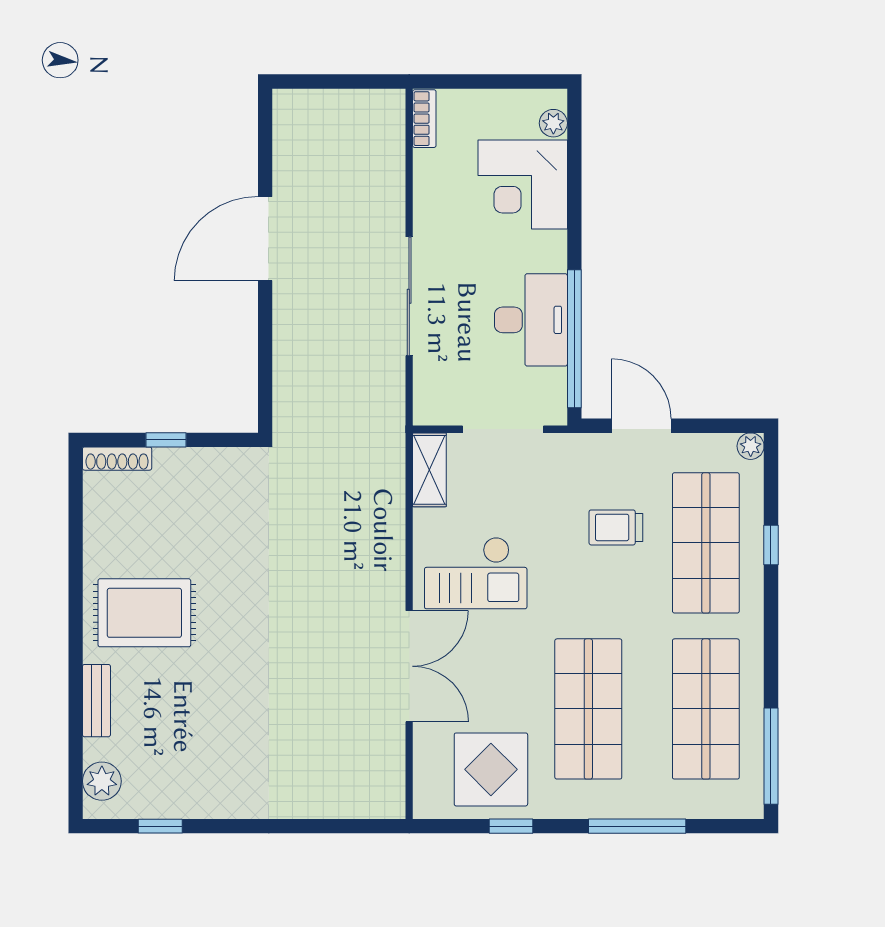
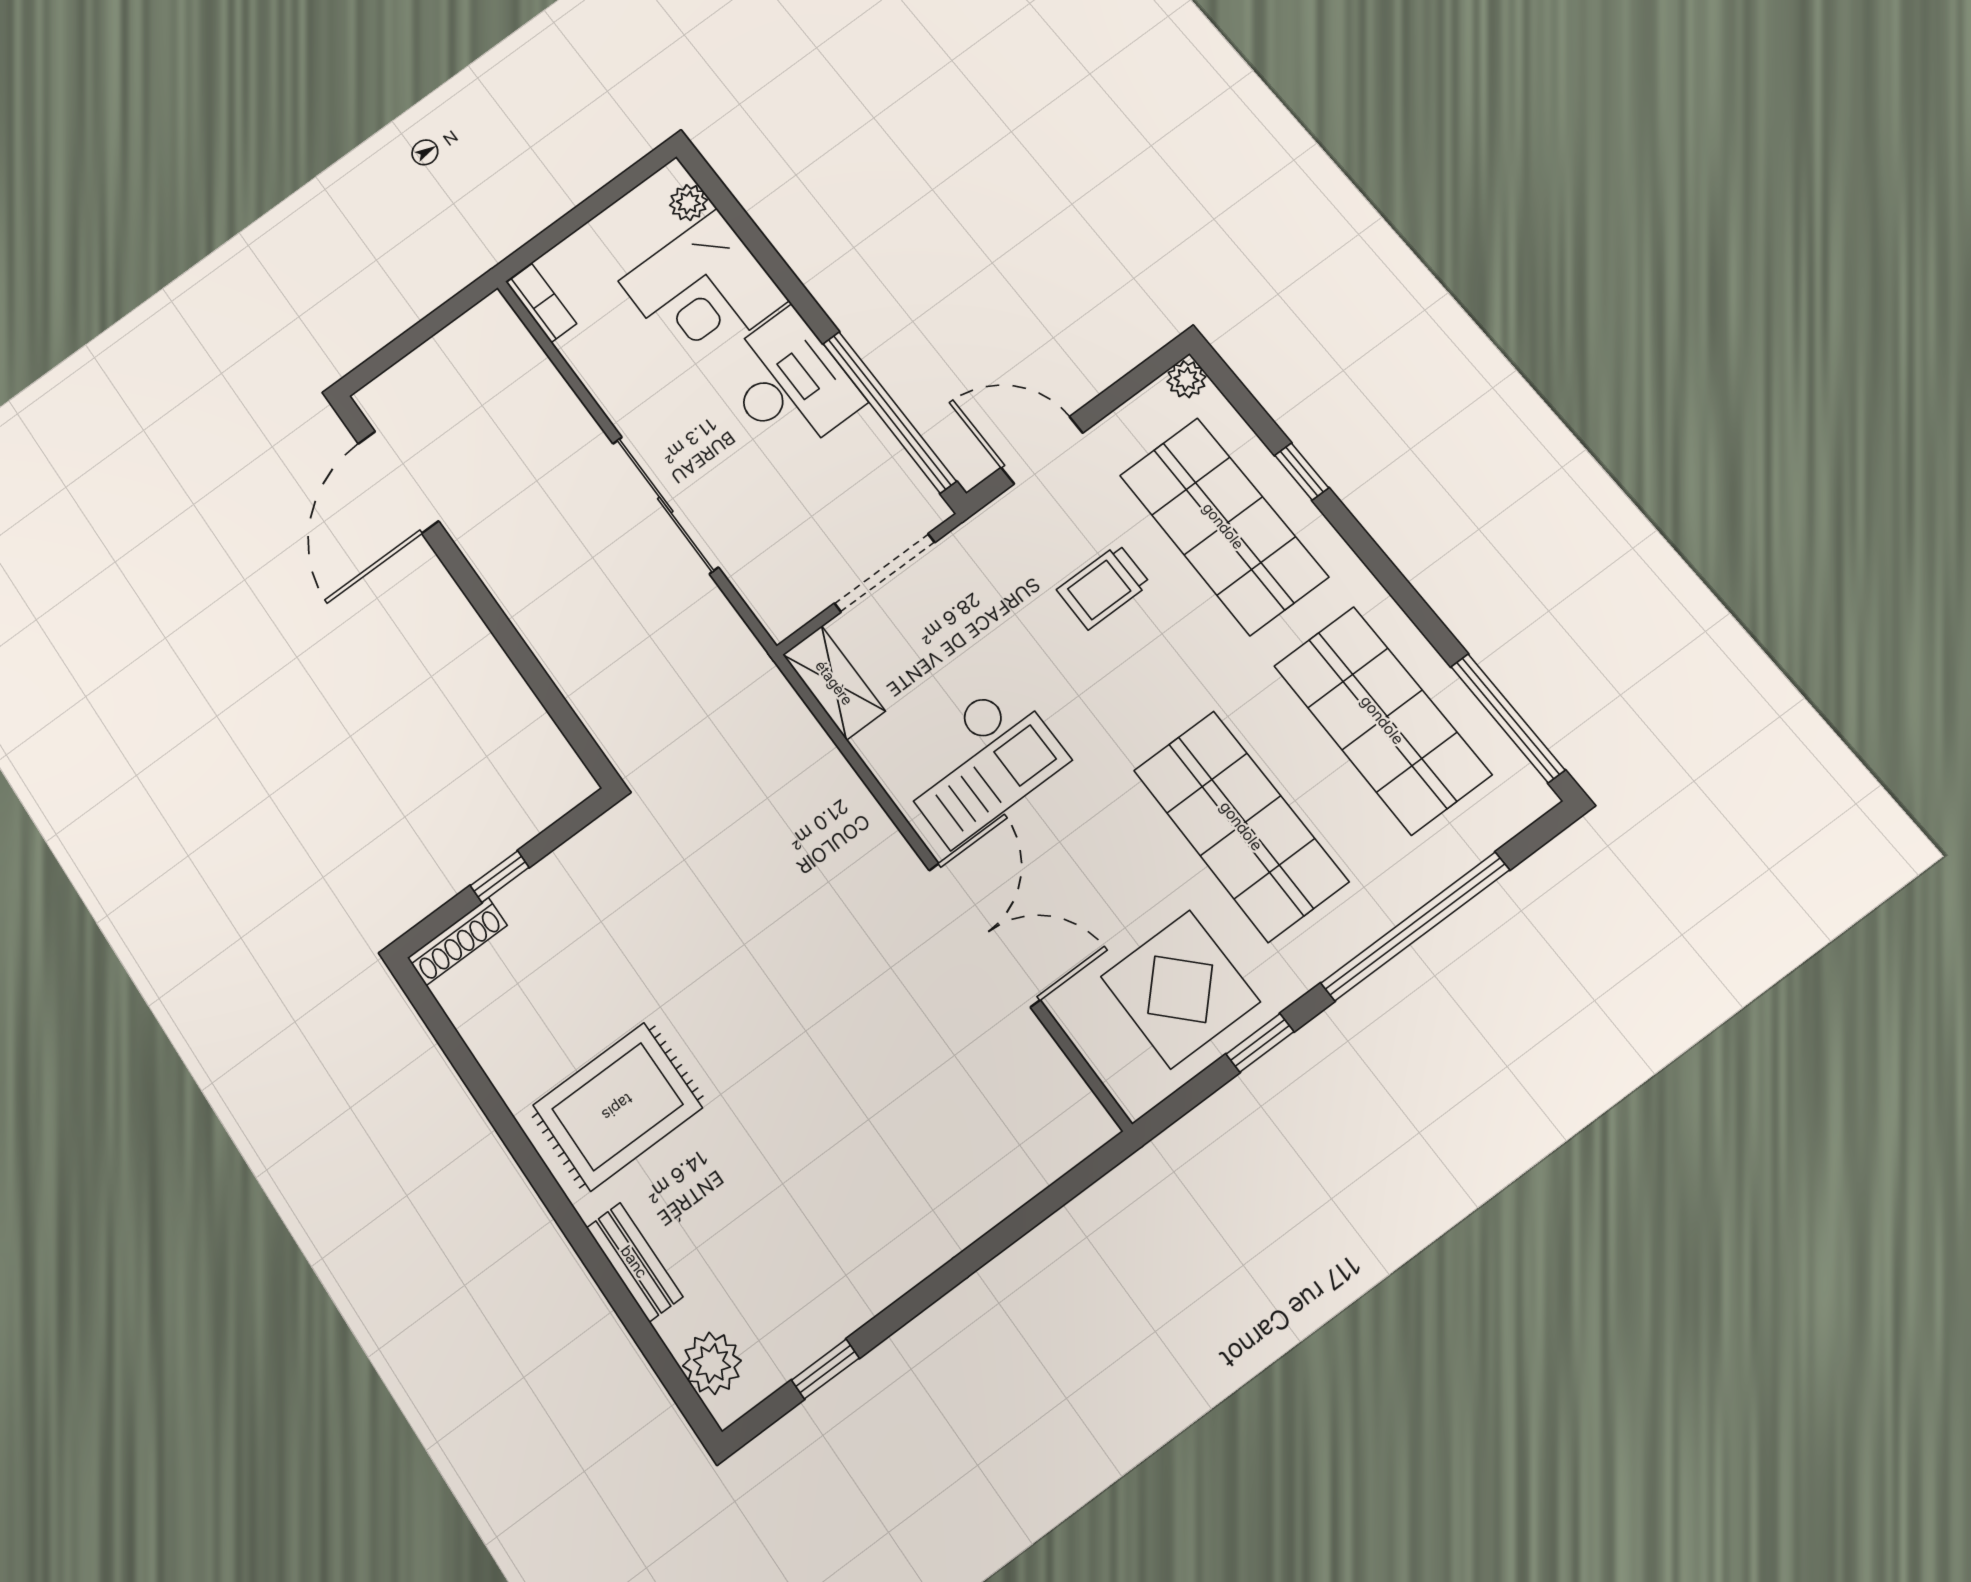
door: (265, 239) -> (398, 482), moved
desk: (531, 320) -> (789, 383), moved
window: (637, 826) -> (1415, 926), width x1.46

